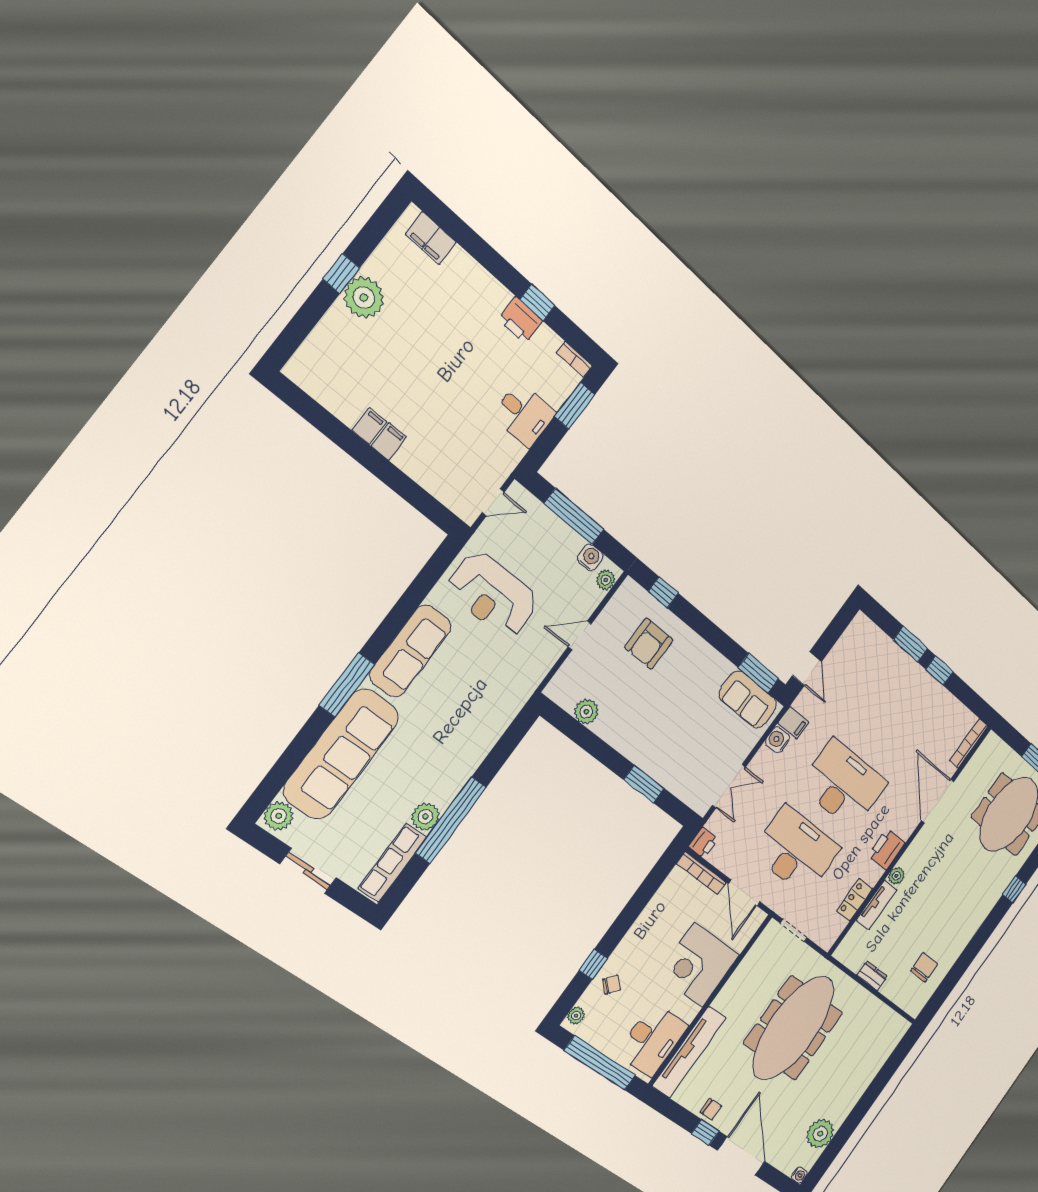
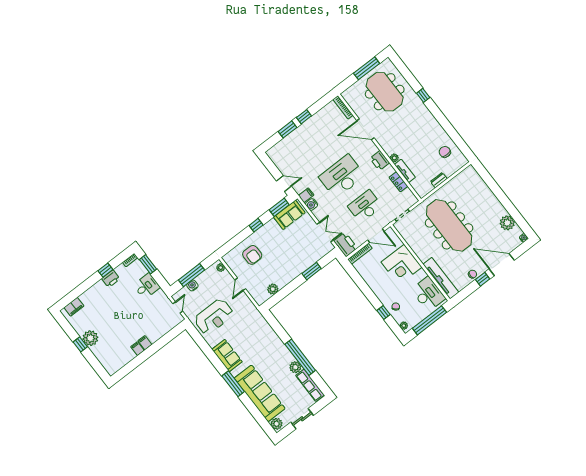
water cooler: (590, 557) -> (192, 285), moved
window: (663, 592) -> (256, 225), moved
sofa: (410, 651) -> (227, 356), width x0.73
printer: (703, 843) -> (346, 244), width x1.87, depth x1.48
desk: (796, 851) -> (365, 206), width x0.73, depth x0.77

